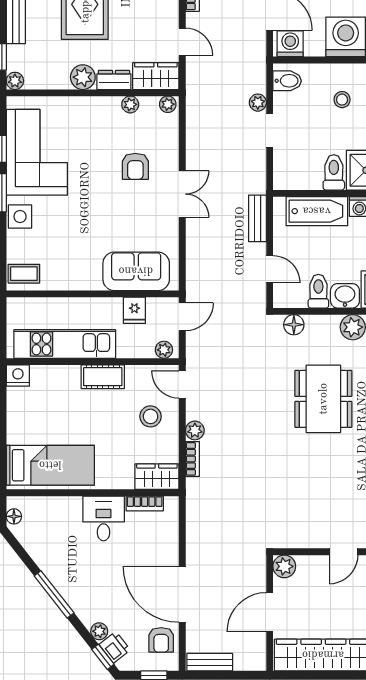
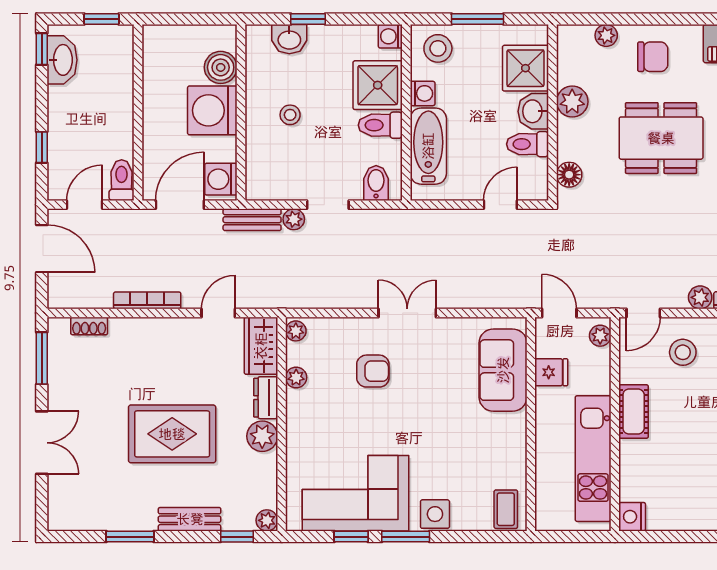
bidet: (287, 81) -> (376, 183), moved
bench: (257, 218) -> (252, 220), moved

